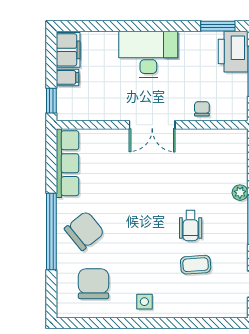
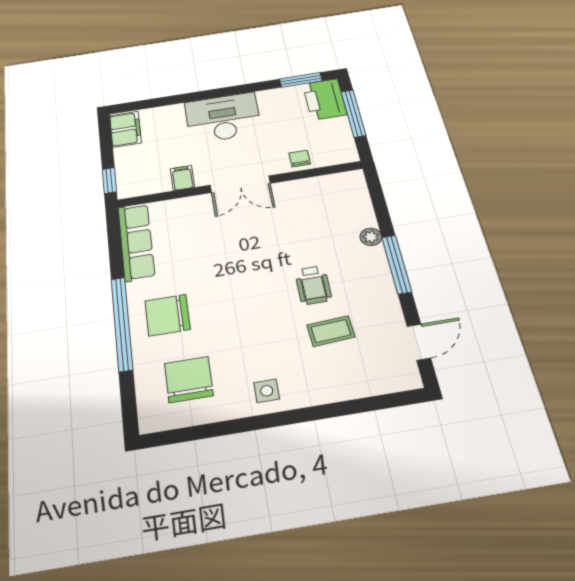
filing cabinet: (68, 77) -> (182, 178), moved, turned -90
chair: (84, 231) -> (167, 315), turned -141

